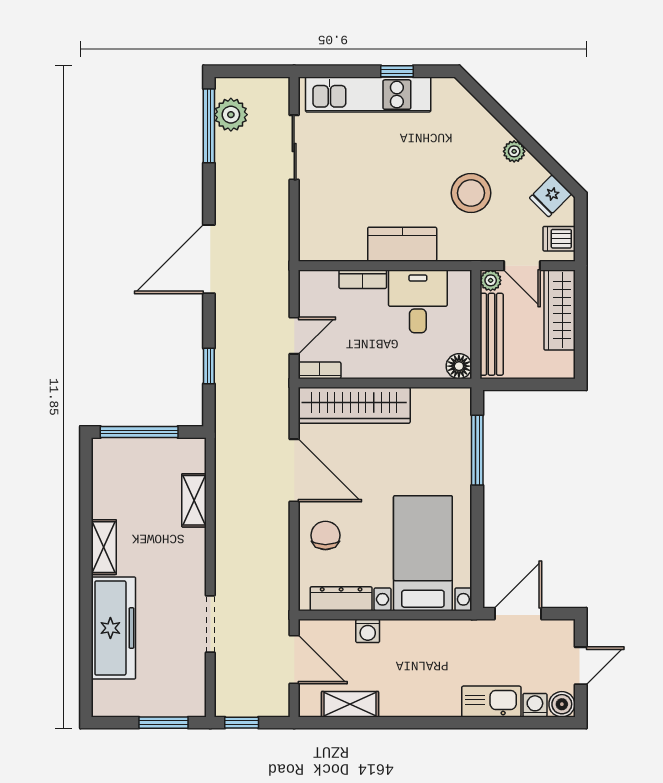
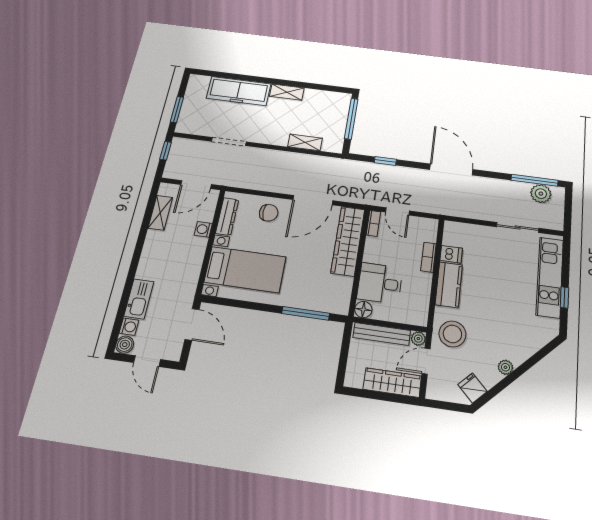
stool: (471, 193) -> (452, 334), moved
dishwasher: (559, 239) -> (451, 254), moved, turned 90
desk: (418, 301) -> (380, 283), moved, turned 180

